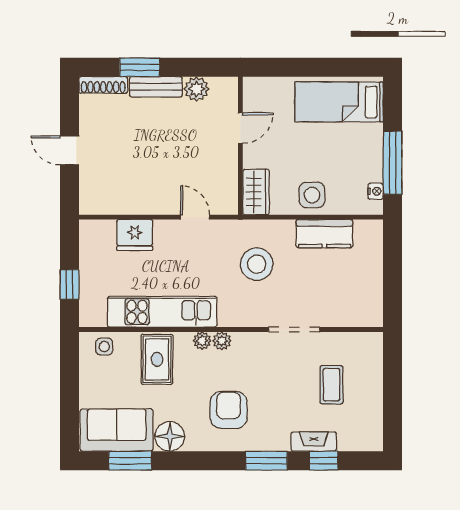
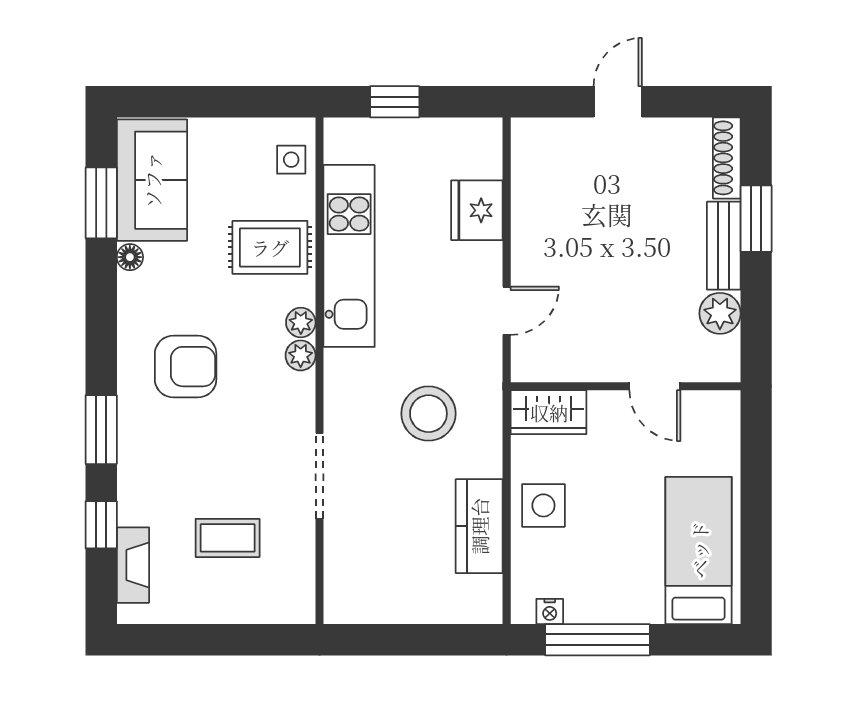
floor lamp: (170, 436) -> (130, 257), width x0.53, depth x0.53
fireplace: (314, 442) -> (133, 565), moved

